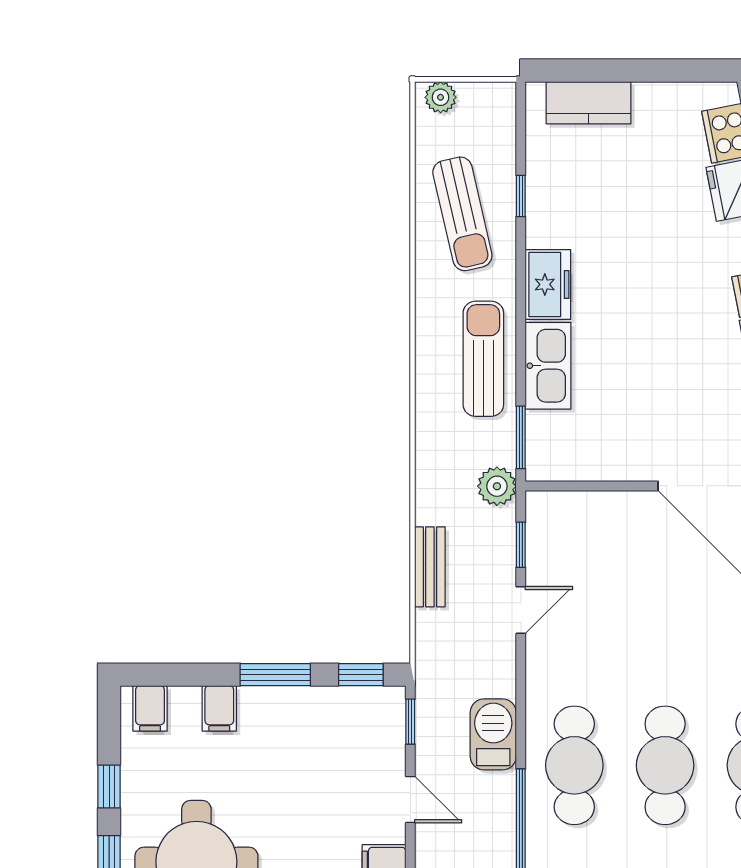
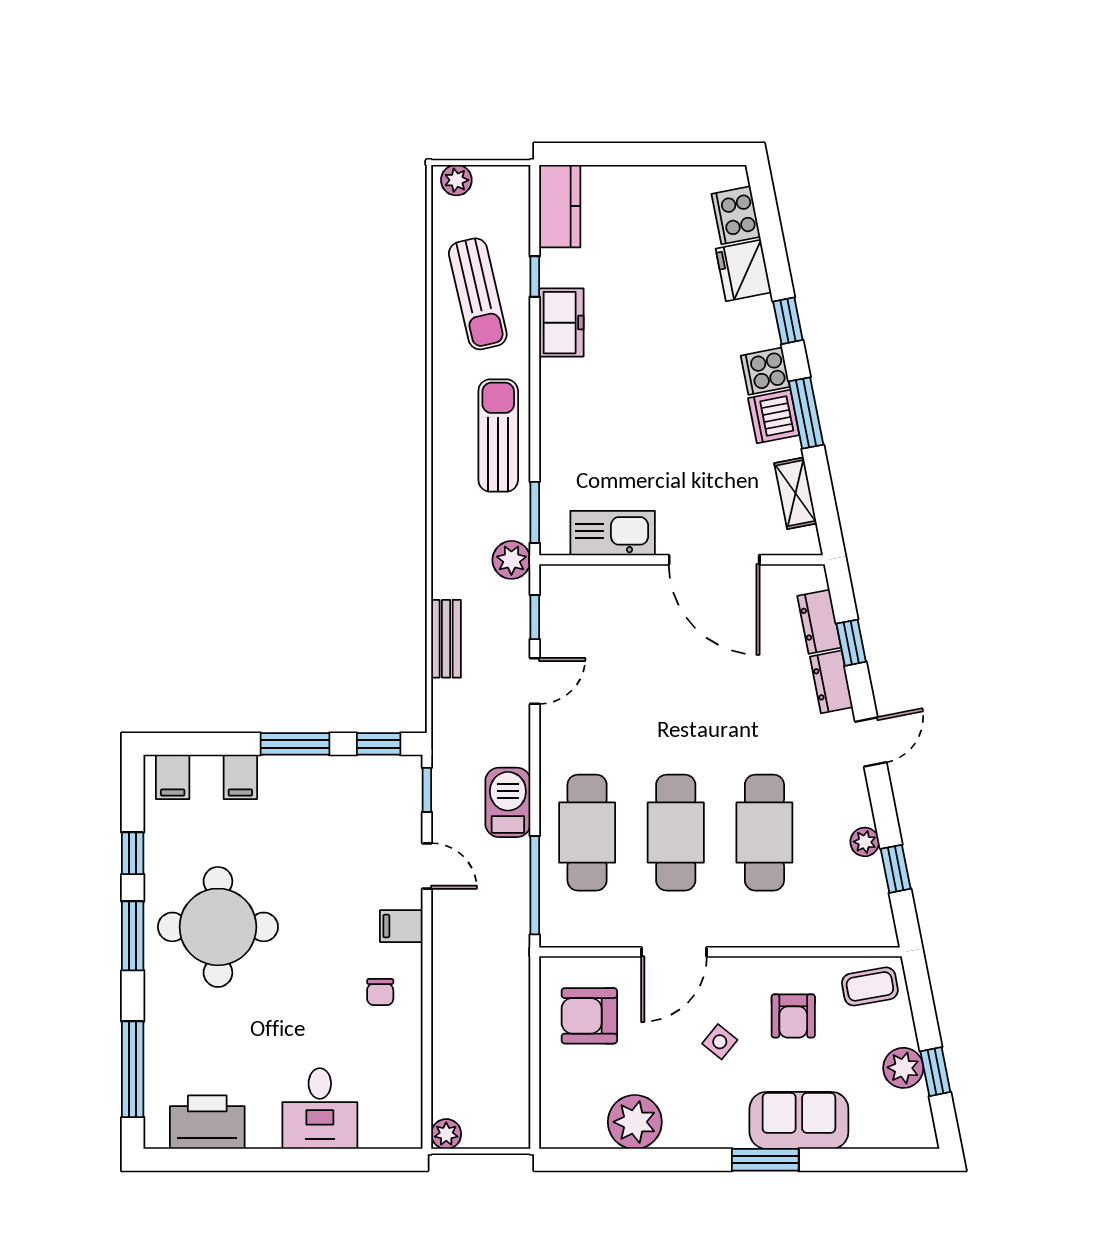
kitchen counter: (589, 103) -> (560, 206), moved, turned -90
freezer: (548, 284) -> (561, 323), moved
kitchen sink: (548, 366) -> (613, 533), moved, turned -90

